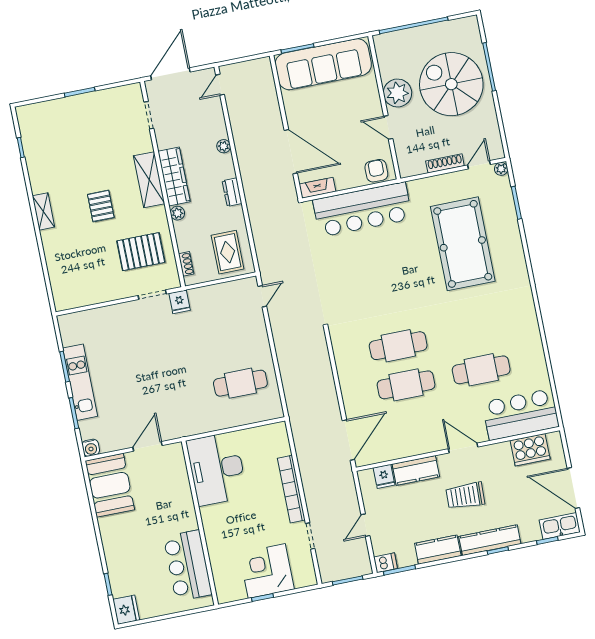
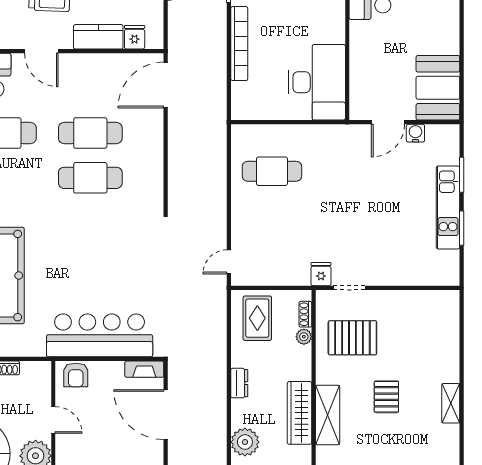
plant: (224, 146) -> (245, 442), width x1.88, depth x1.88
plant: (177, 213) -> (304, 337), moved
water cooler: (91, 448) -> (415, 133), moved

